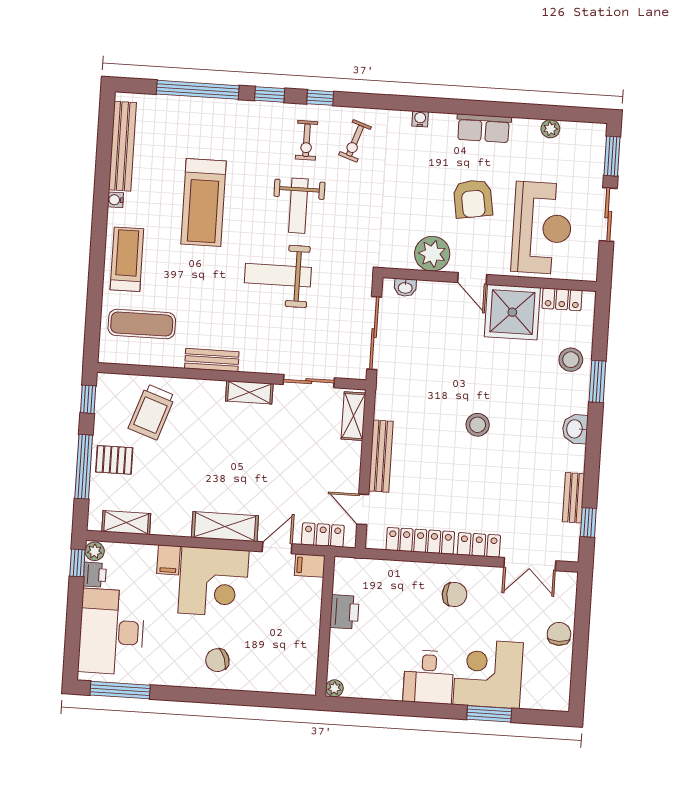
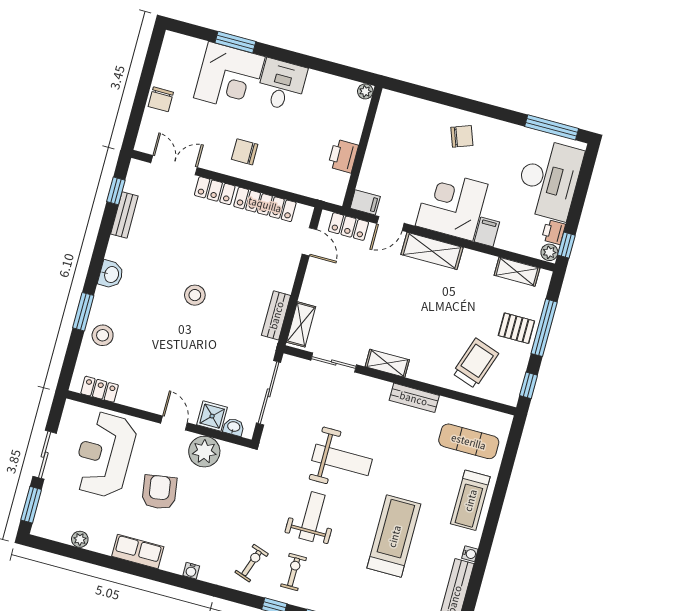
shower: (512, 312) -> (212, 416), moved, width x0.54, depth x0.54
bench: (381, 456) -> (276, 315), moved, width x0.73

